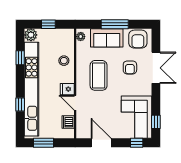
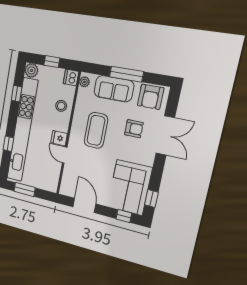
armchair: (130, 67) -> (134, 129), turned -90
dishwasher: (68, 122) -> (71, 78), moved

